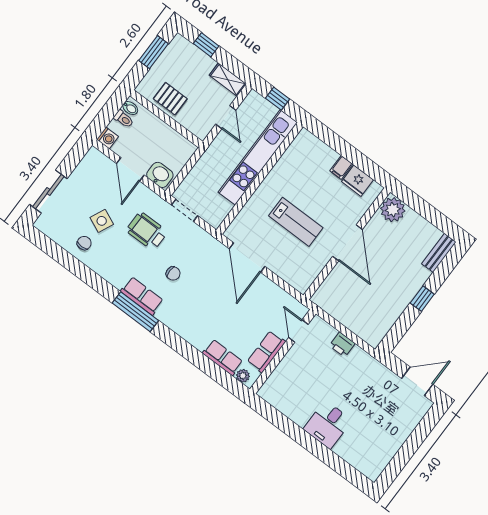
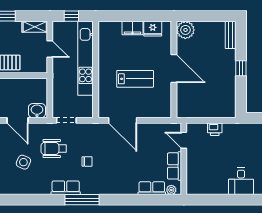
filing cabinet: (341, 167) -> (132, 28), width x2.00
chair: (84, 243) -> (23, 182), removed
row of seats: (142, 296) -> (66, 188), moved

